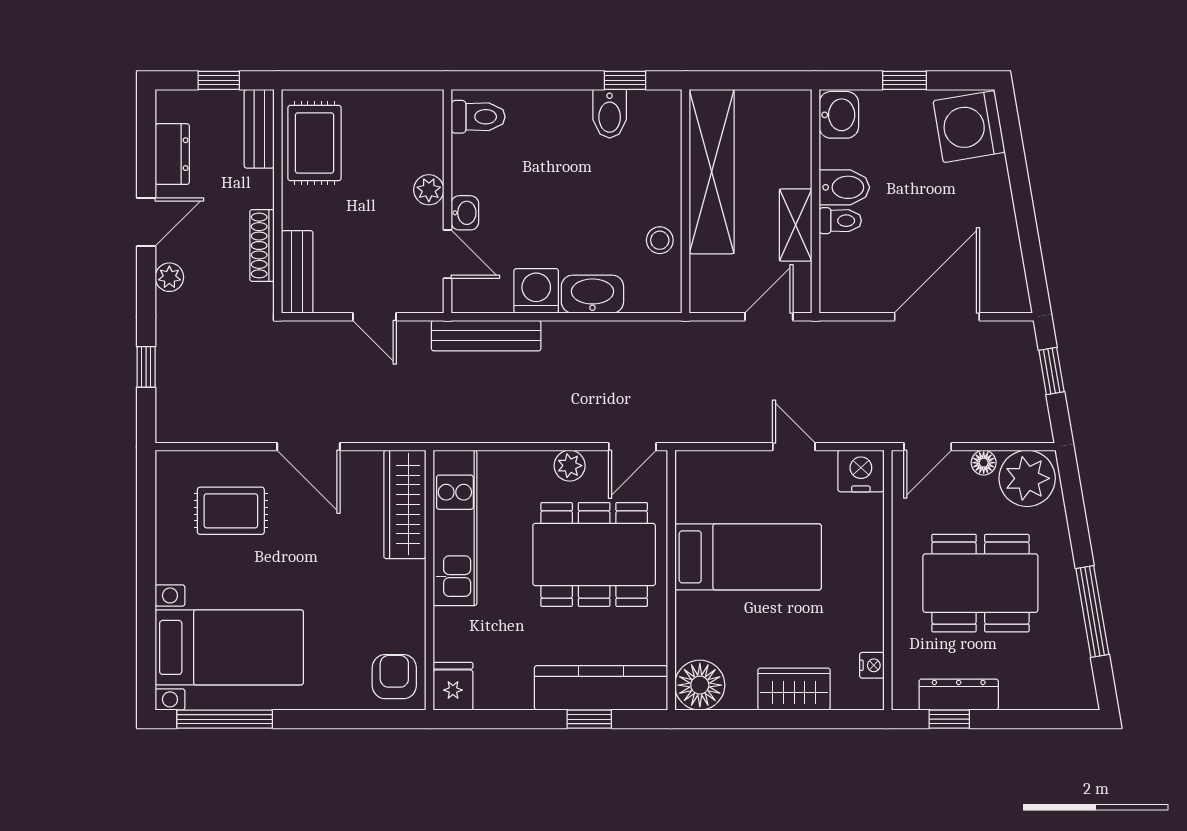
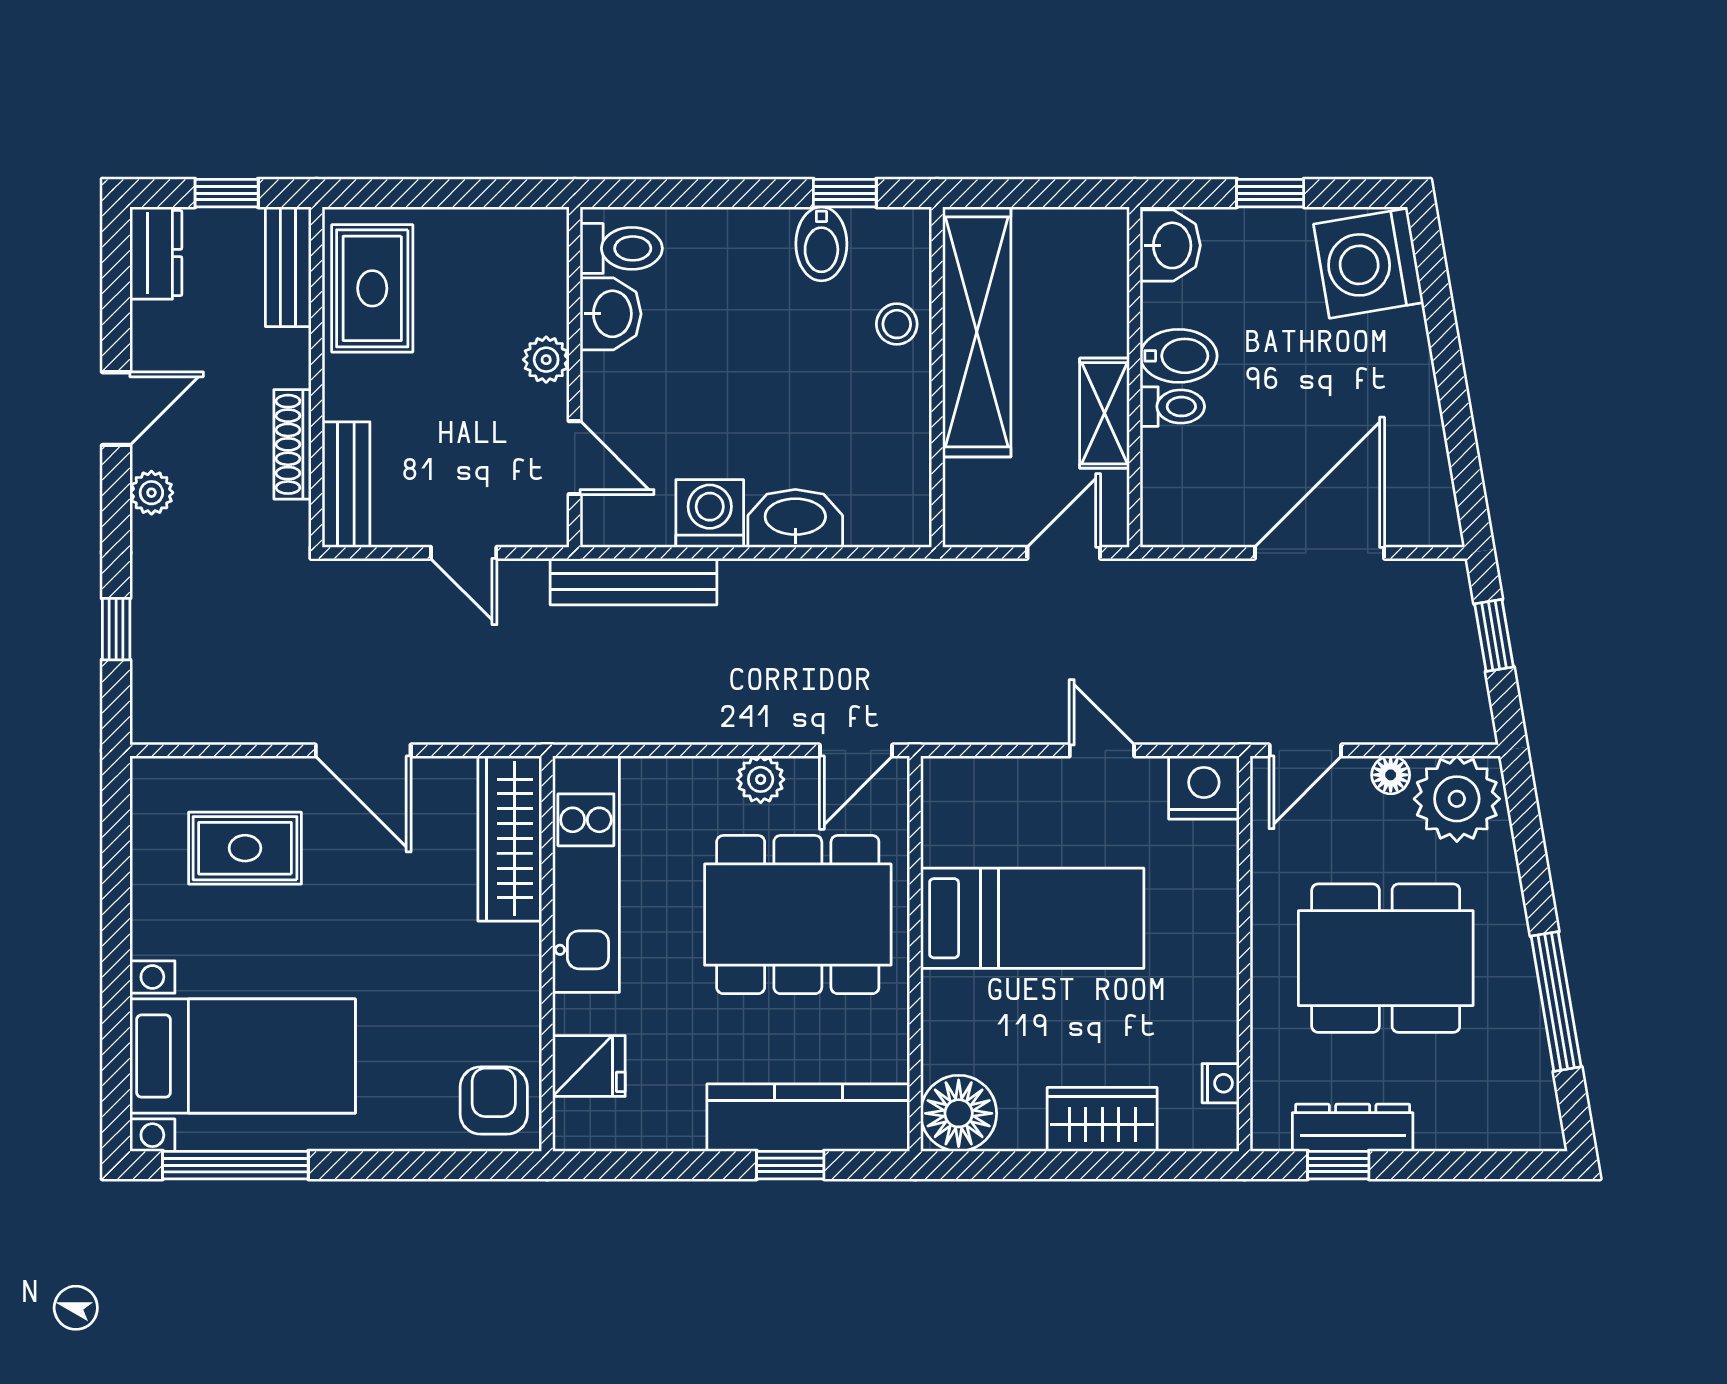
dresser: (172, 154) -> (156, 253), moved
washbasin: (465, 213) -> (611, 314), moved, width x1.38, depth x1.45
stool: (660, 240) -> (897, 324), moved
fridge: (453, 686) -> (589, 1066), moved, turned 90

